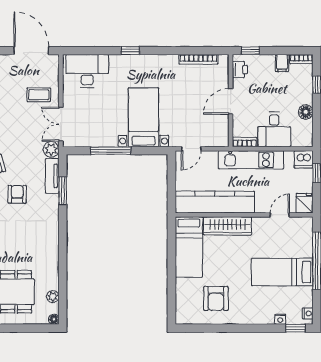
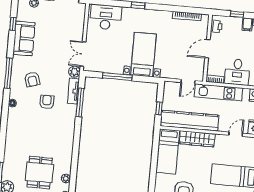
window: (251, 51) -> (237, 14), moved
coffee table: (39, 95) -> (69, 31), removed
door: (191, 149) -> (188, 82), moved
window: (171, 189) -> (159, 108), added
window: (63, 191) -> (80, 102), width x1.44

